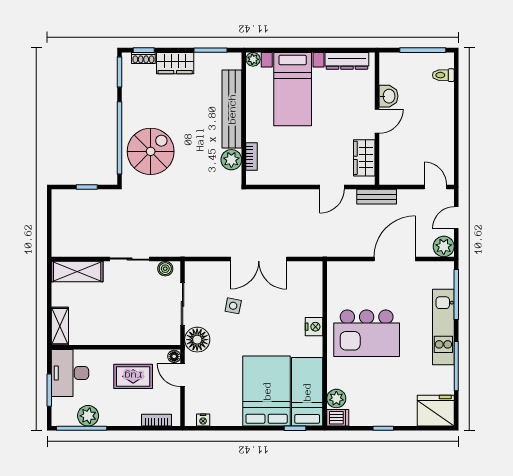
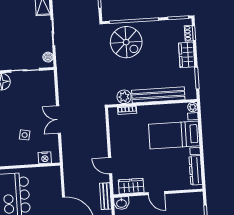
washbasin: (388, 96) -> (121, 203), moved
double door: (259, 259) -> (59, 120), width x0.73
side table: (233, 306) -> (25, 135), moved
nightstand: (314, 327) -> (45, 158), moved

